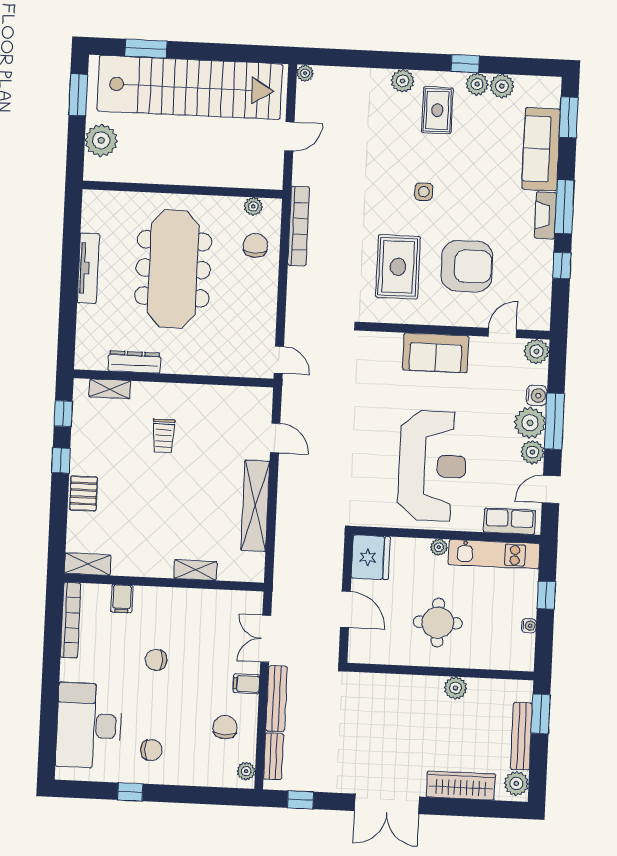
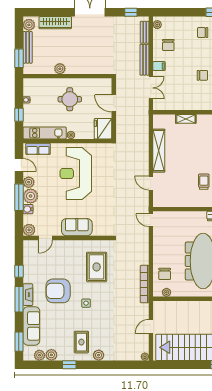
plant: (477, 84) -> (39, 355), moved
armchair: (467, 266) -> (58, 291), moved
door: (551, 489) -> (19, 165), hinge flipped

